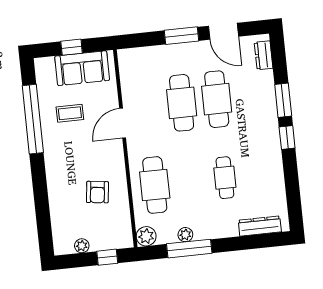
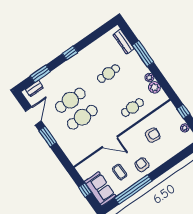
sofa: (82, 68) -> (100, 189), moved
window: (283, 100) -> (40, 74), moved
armchair: (62, 152) -> (142, 165), added
cafe table: (155, 185) -> (132, 108), width x0.73, depth x0.74
plant: (146, 236) -> (154, 87), moved
window: (189, 249) -> (143, 54), moved

